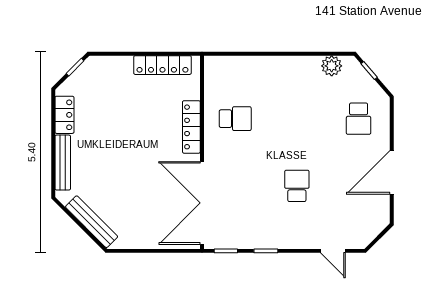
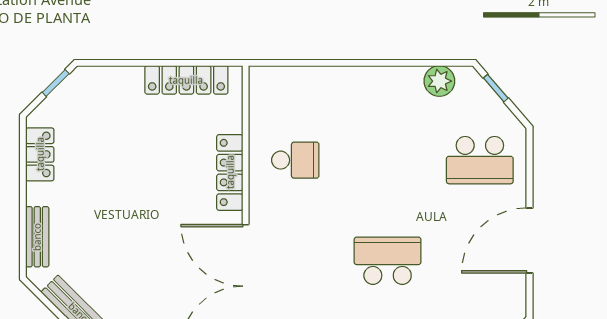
school desk: (359, 119) -> (480, 160), width x1.85
bench: (63, 163) -> (37, 237), width x0.73
school desk: (297, 186) -> (388, 261), width x1.85

